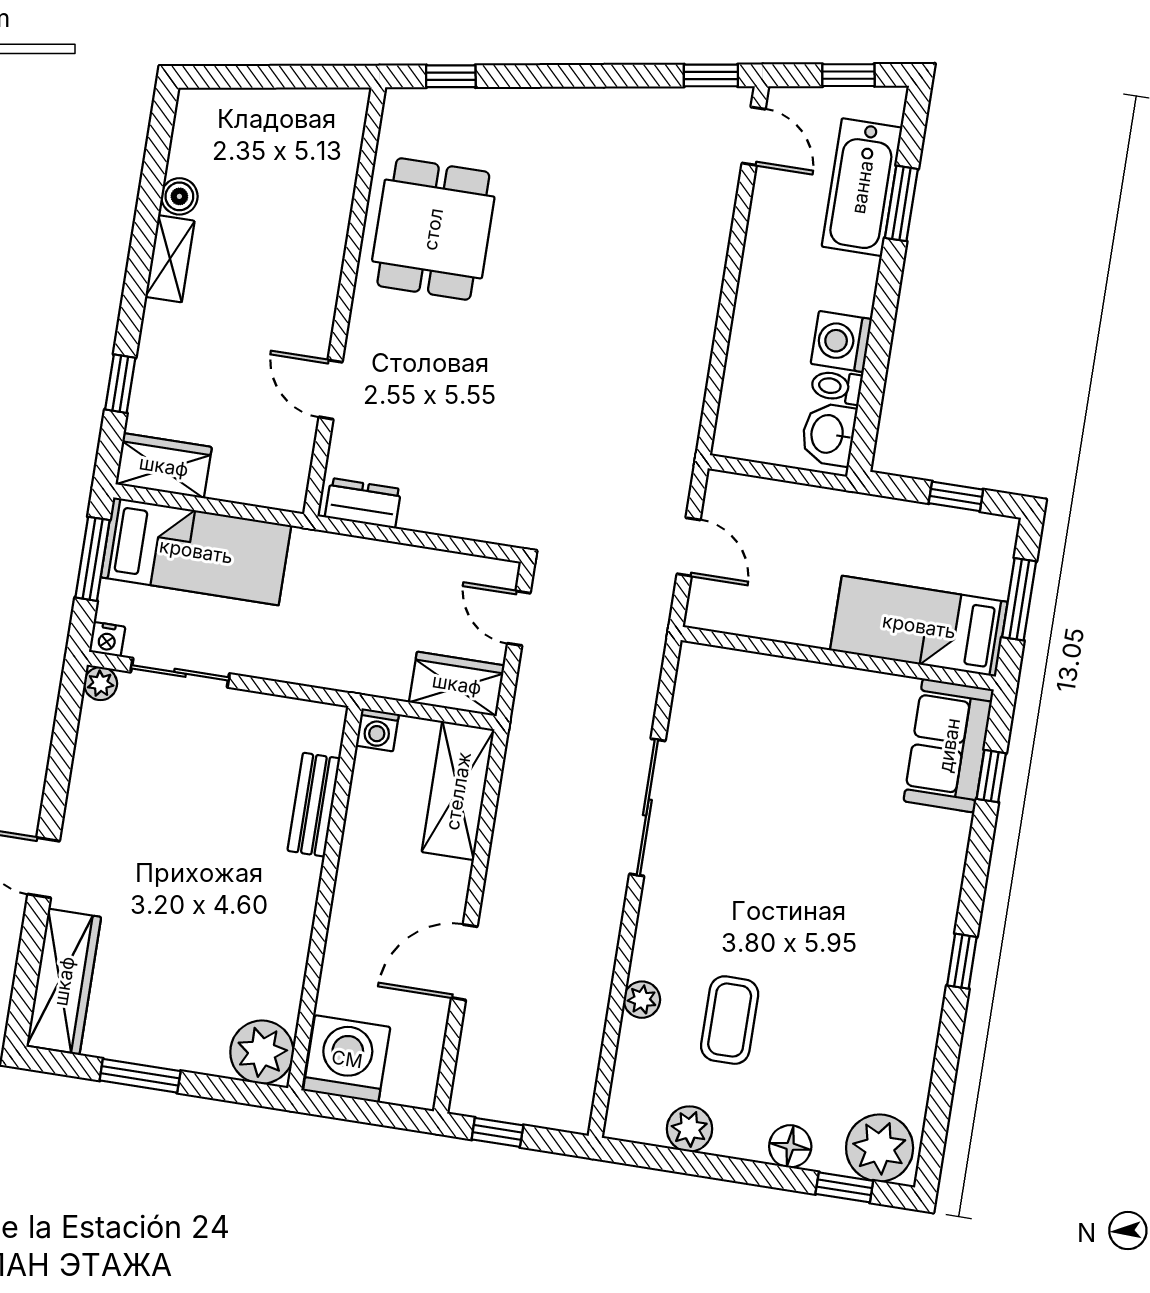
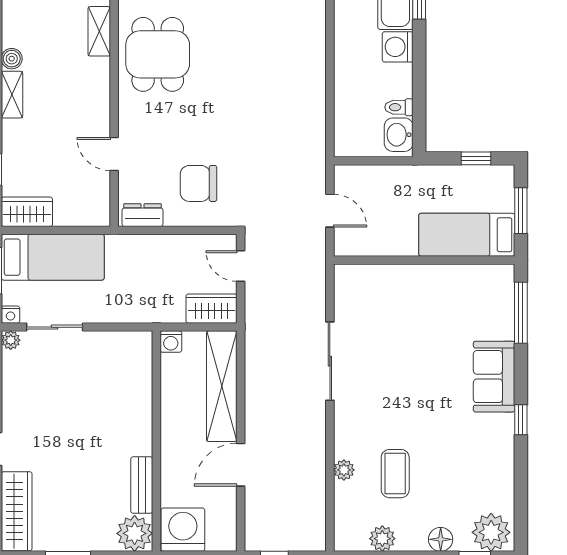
shelving: (338, 173) -> (99, 31), added
washing machine: (841, 342) -> (398, 47), moved
chair: (469, 464) -> (199, 183), added
sofa: (949, 745) -> (494, 377), moved
window: (991, 776) -> (521, 313), width x2.17
shelving: (458, 791) -> (222, 386), width x1.47
bench: (314, 805) -> (142, 485), moved

